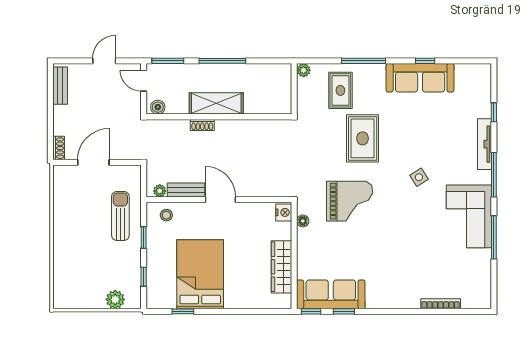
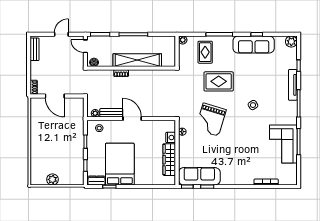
plant: (482, 73) -> (291, 41), added
shelving: (216, 103) -> (137, 60), width x1.47
rug: (363, 138) -> (219, 81), turned 90
door: (93, 162) -> (55, 96), swing flipped
grand piano: (350, 201) -> (211, 120), turned 107
nightstand: (284, 212) -> (171, 137), moved
sun lounger: (120, 216) -> (71, 129), removed
corner sofa: (469, 216) -> (283, 144), moved
plant: (115, 299) -> (52, 179), moved
dresser: (162, 301) -> (97, 180), added

